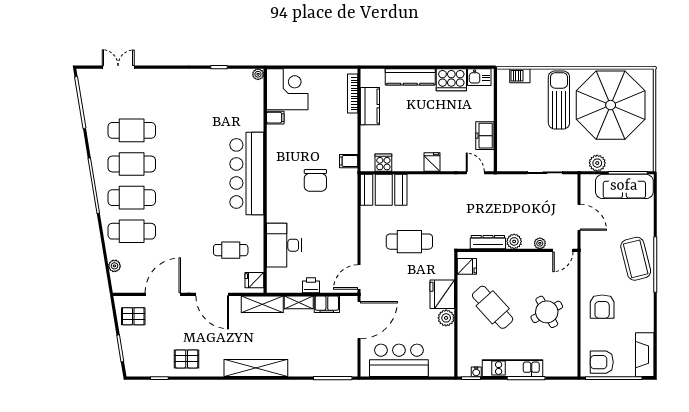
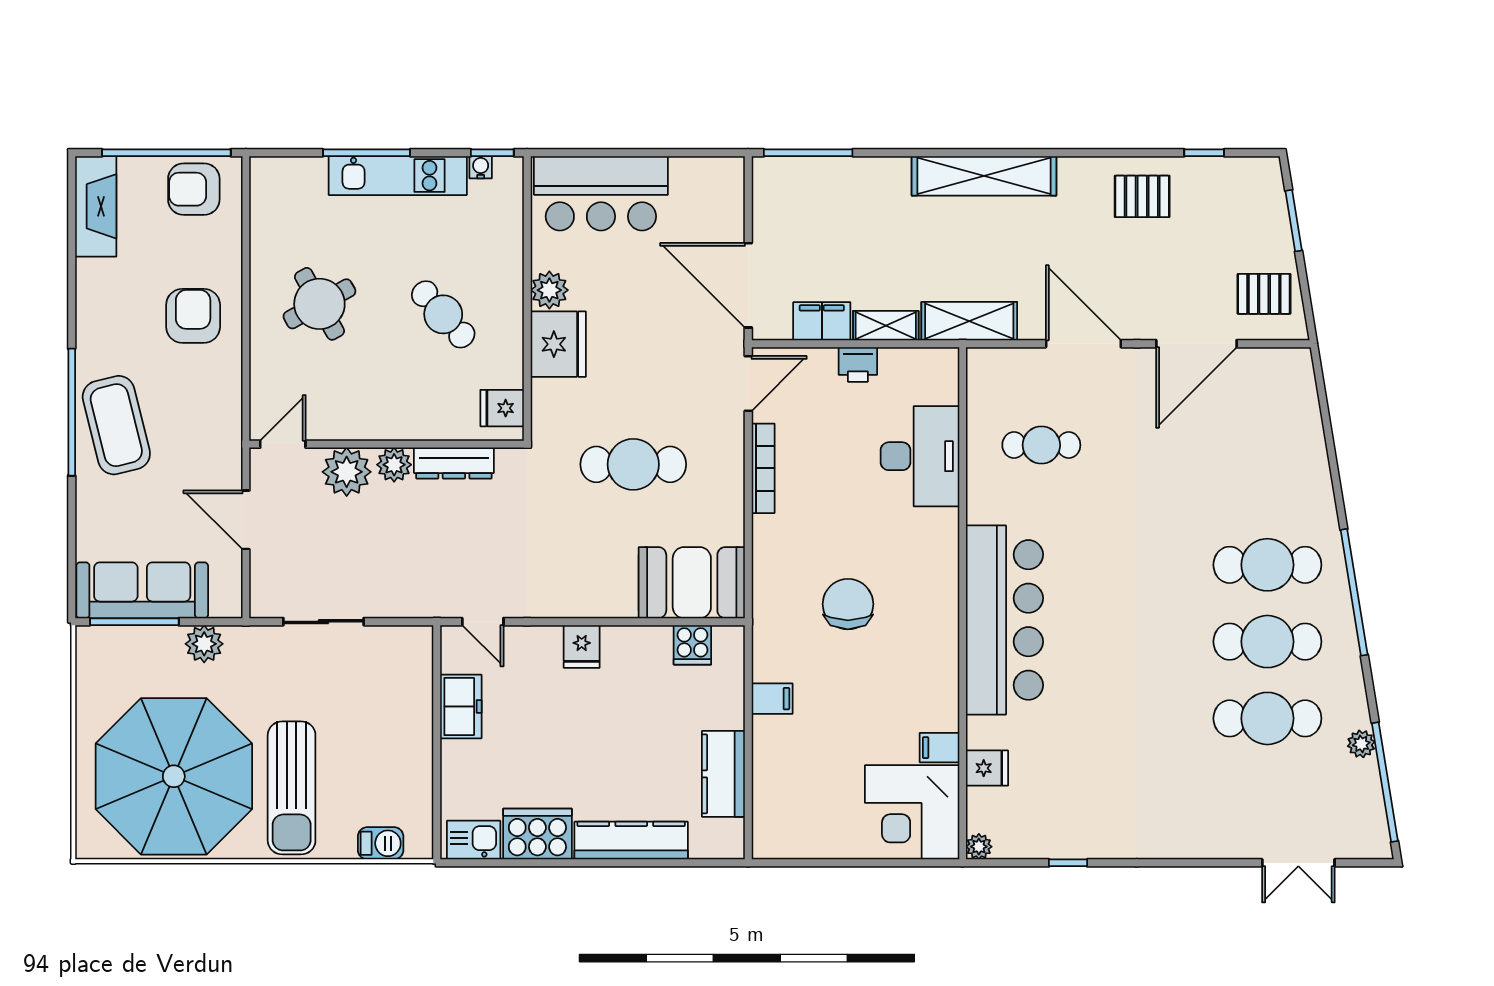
bookcase: (353, 94) -> (763, 468), moved
filing cabinet: (349, 161) -> (772, 699), moved
cafe table: (132, 231) -> (1267, 488), removed
plant: (540, 243) -> (347, 472), width x1.88, depth x1.88
plant: (114, 266) -> (1361, 744), moved
fridge: (254, 280) -> (987, 768), moved
cafe table: (493, 307) -> (443, 314), width x0.73, depth x0.74
door: (359, 320) -> (748, 285), hinge flipped
bar counter: (399, 360) -> (601, 193), moved
armchair: (602, 362) -> (194, 189), turned 180

